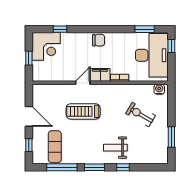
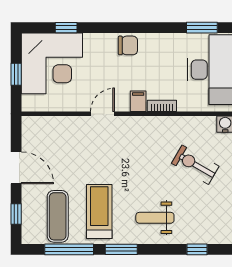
corner desk: (46, 46) -> (52, 63), width x1.36, depth x1.36
filing cabinet: (100, 75) -> (138, 101), width x0.50
treadmill: (83, 111) -> (99, 212), moved, turned 90
window: (123, 167) -> (197, 249), moved

